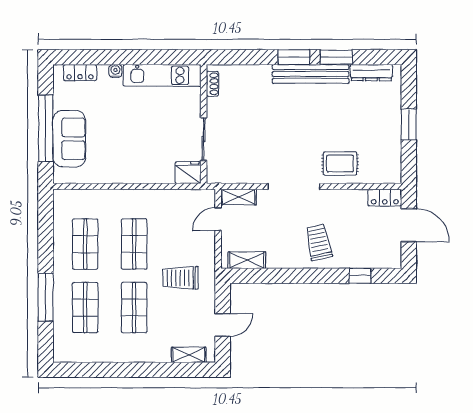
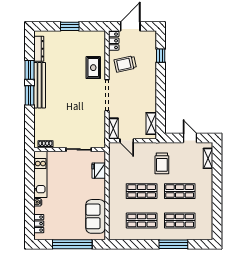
sofa: (69, 139) -> (96, 216), moved, turned -90
fridge: (188, 173) -> (99, 171), moved
trolley: (319, 242) -> (125, 64), moved

